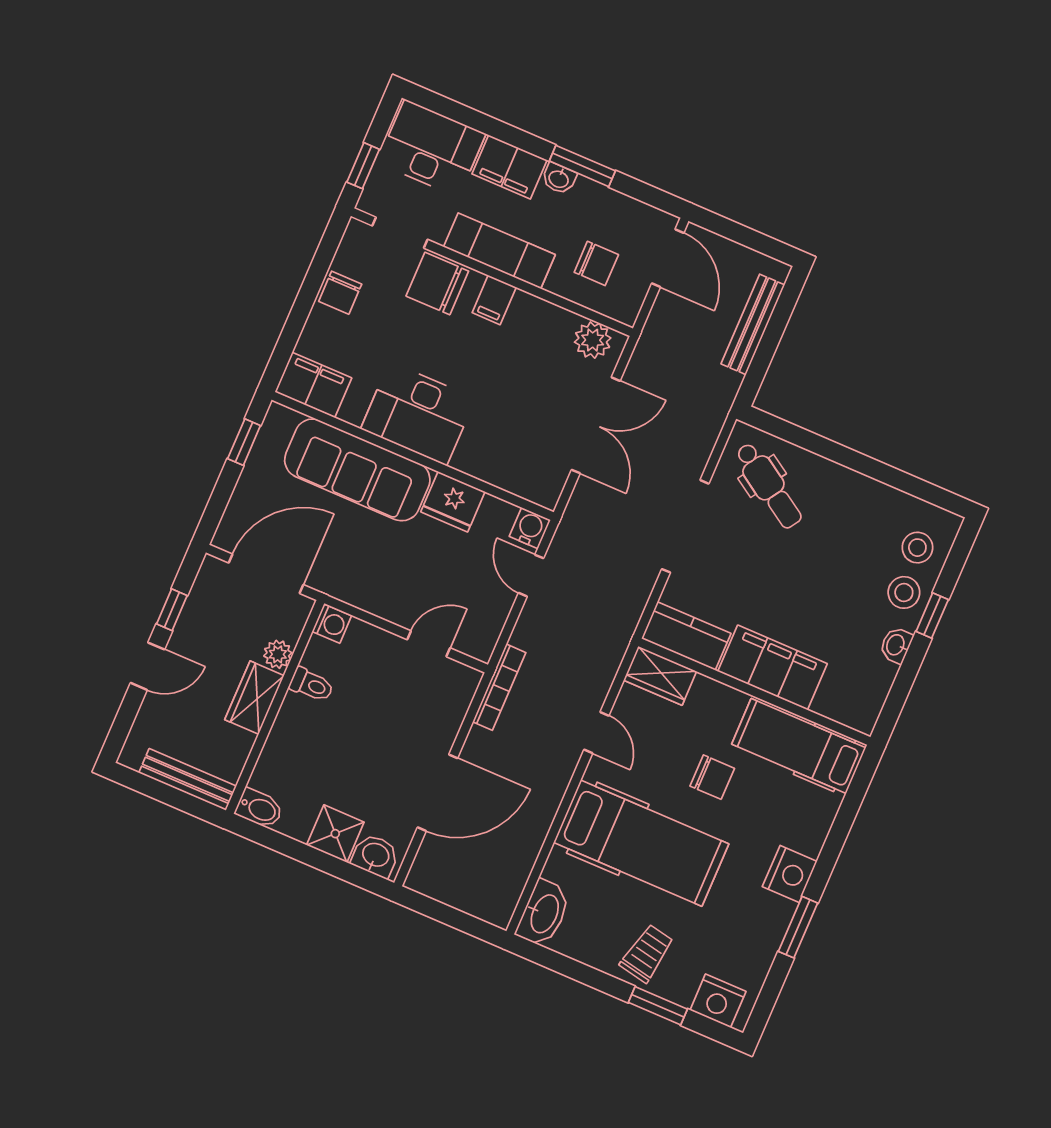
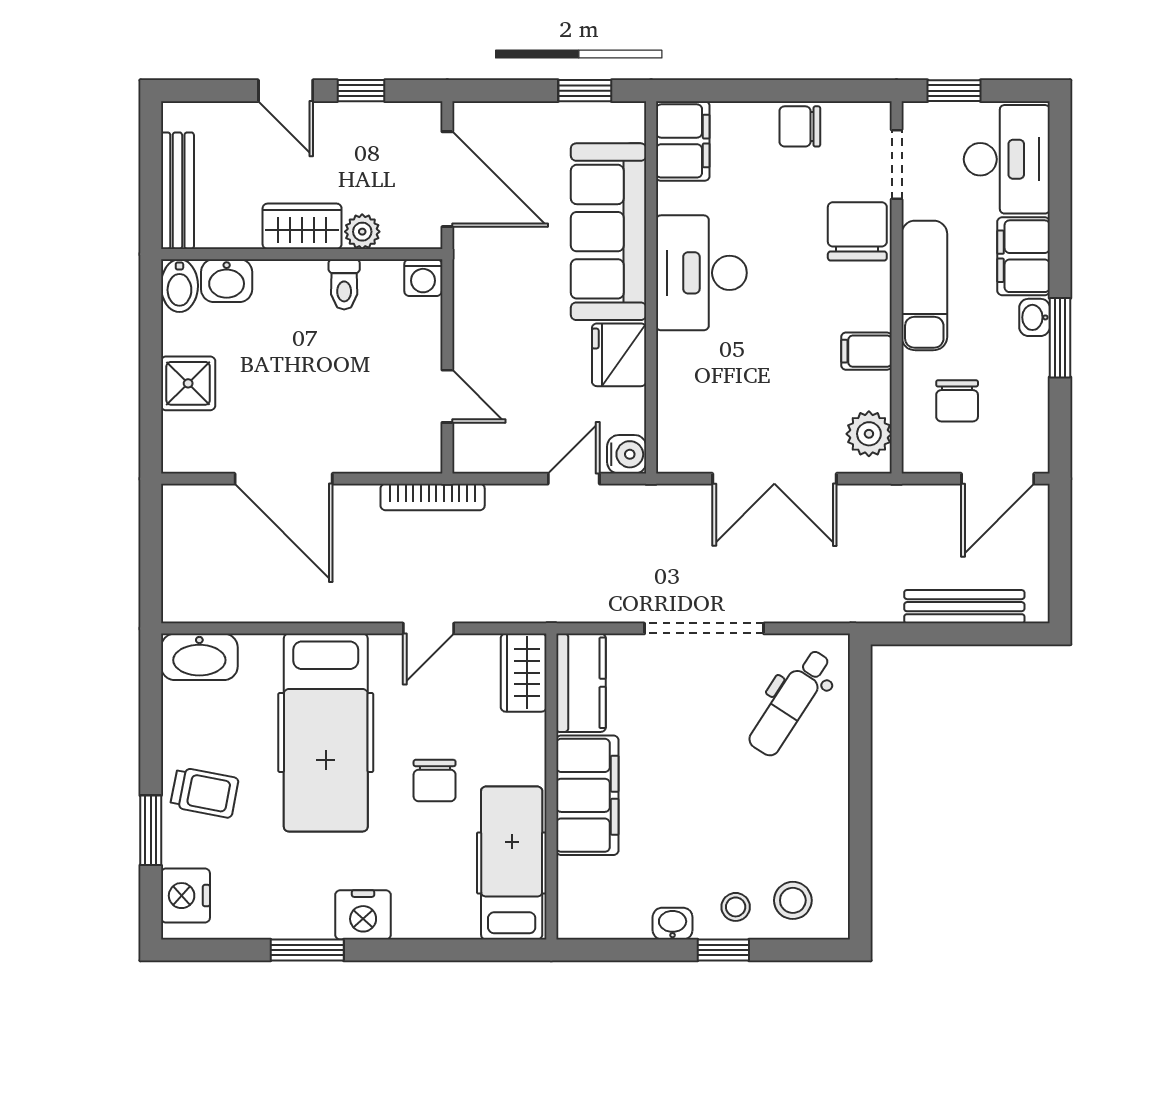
filing cabinet: (494, 300) -> (866, 351), moved
stool: (904, 592) -> (736, 907), width x0.73, depth x0.73
washbasin: (375, 856) -> (227, 281), moved, turned 90

